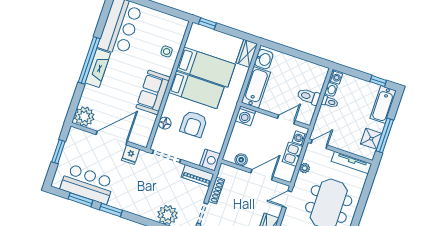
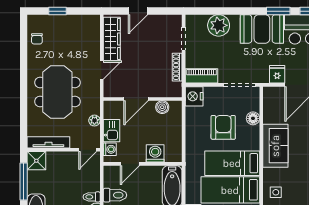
washing machine: (245, 116) -> (155, 153), moved
shower: (371, 139) -> (36, 161), moved
booth: (130, 199) -> (262, 29), added
door: (287, 199) -> (102, 70), moved

